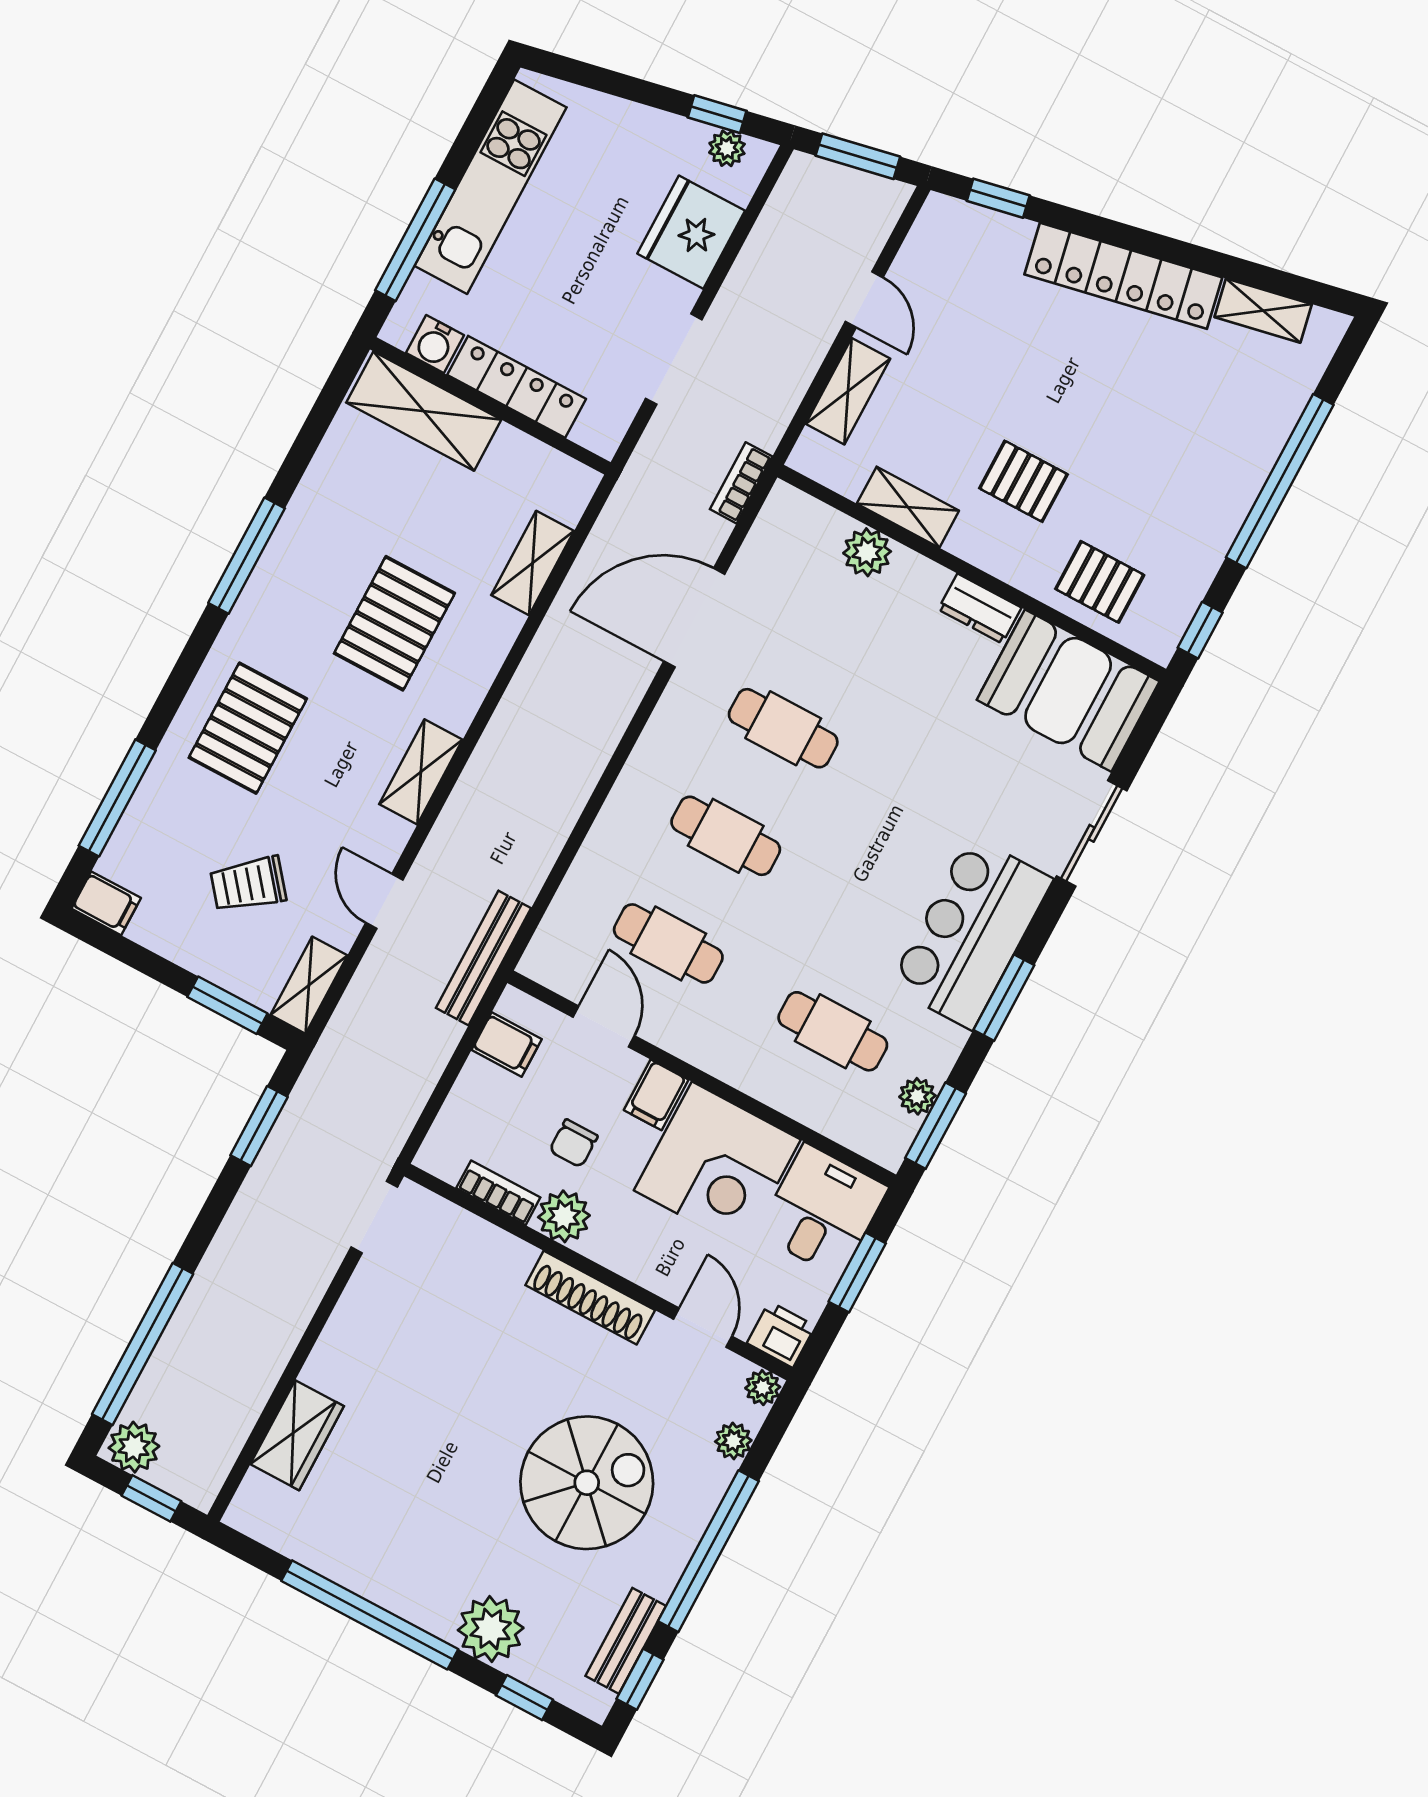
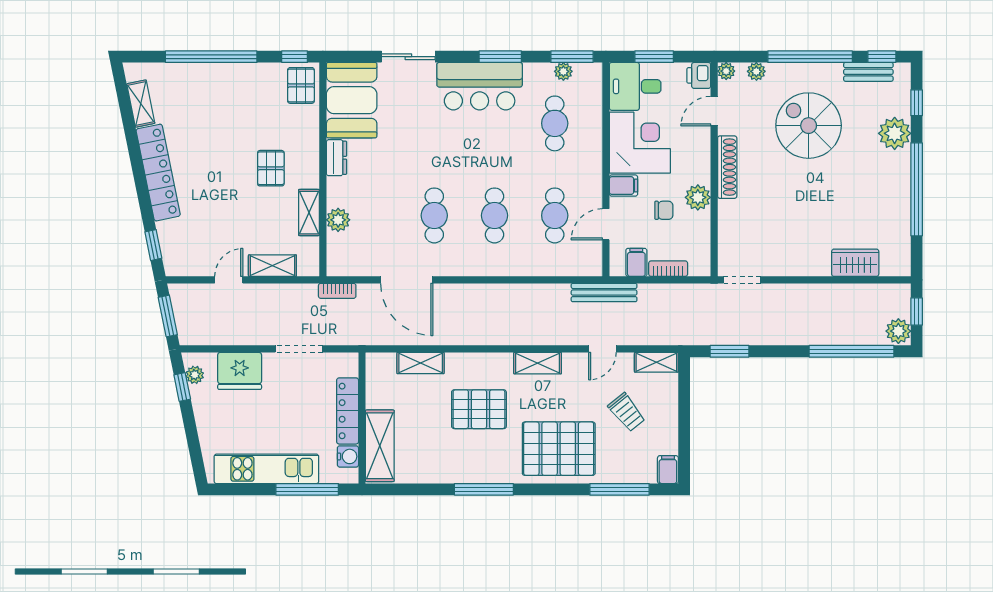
pallet: (1100, 582) -> (301, 85), moved
pallet: (248, 728) -> (559, 449), width x1.37, depth x1.41
window: (227, 1005) -> (684, 393), removed
bookcase: (498, 1193) -> (668, 269), moved, turned 90

